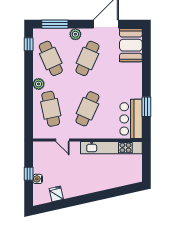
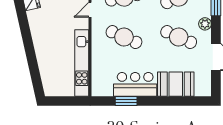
booth: (131, 45) -> (176, 84), moved
bar counter: (131, 119) -> (135, 84), moved

